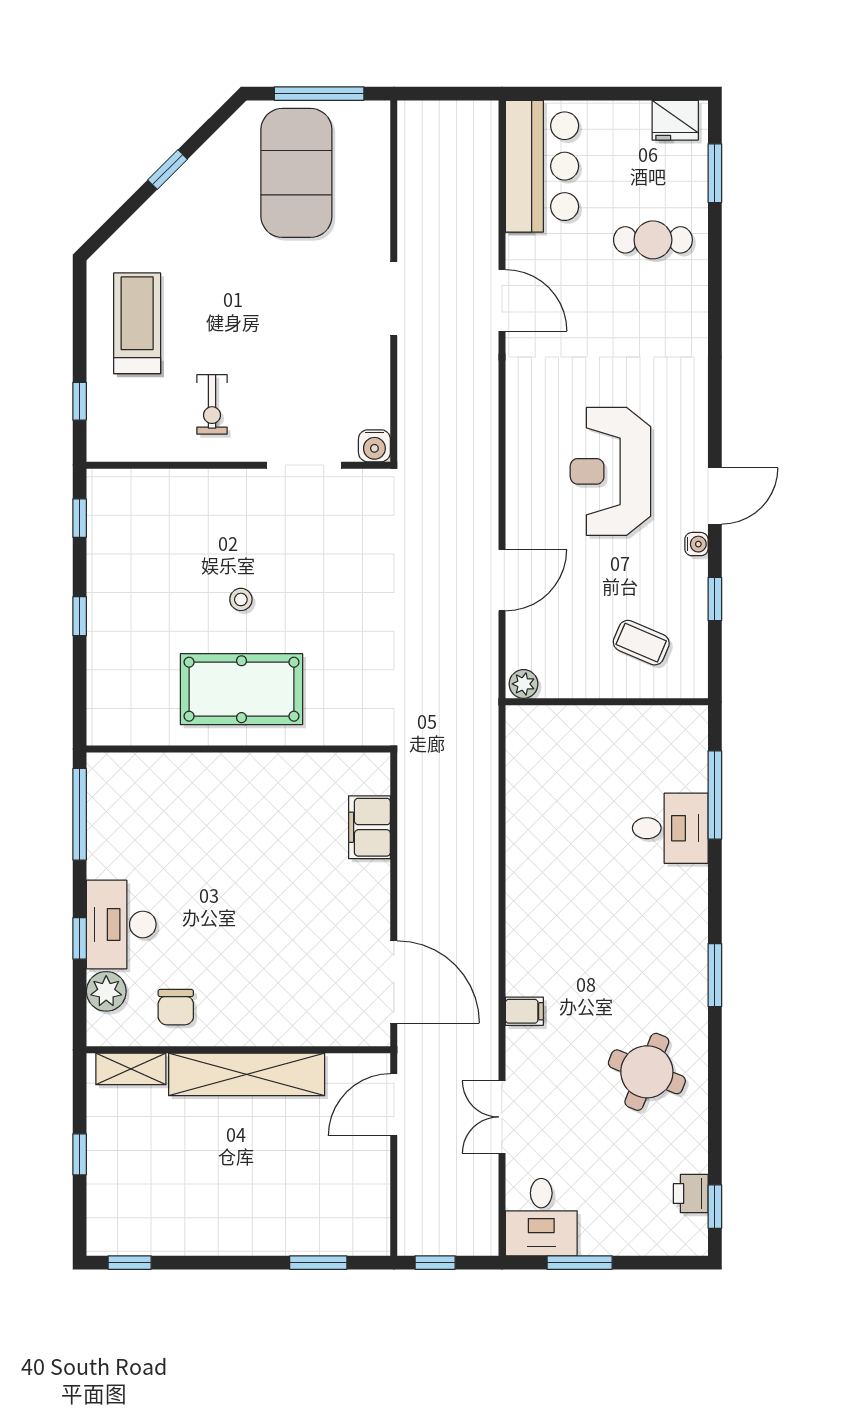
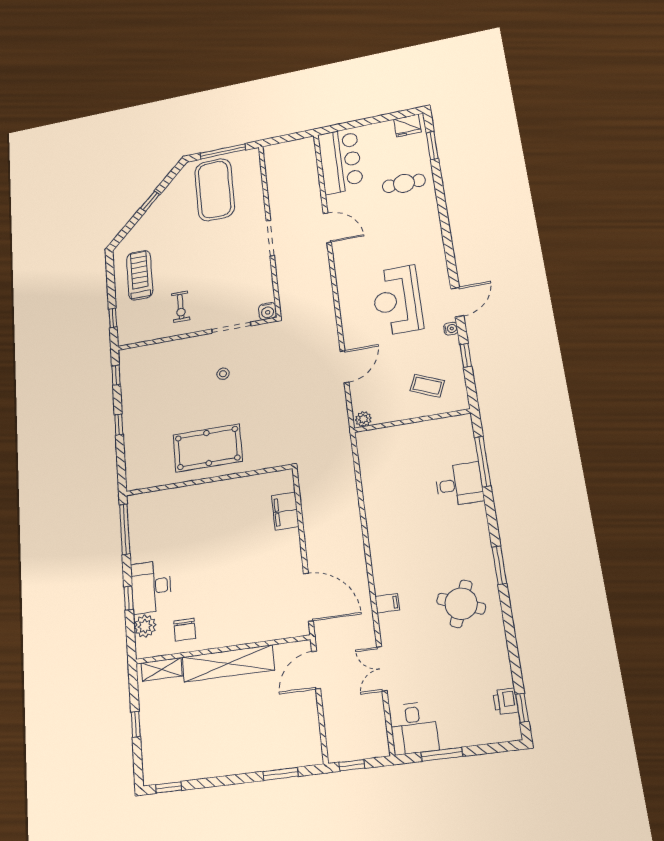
stool: (241, 599) -> (223, 374), moved
round table: (647, 1072) -> (461, 604), moved

